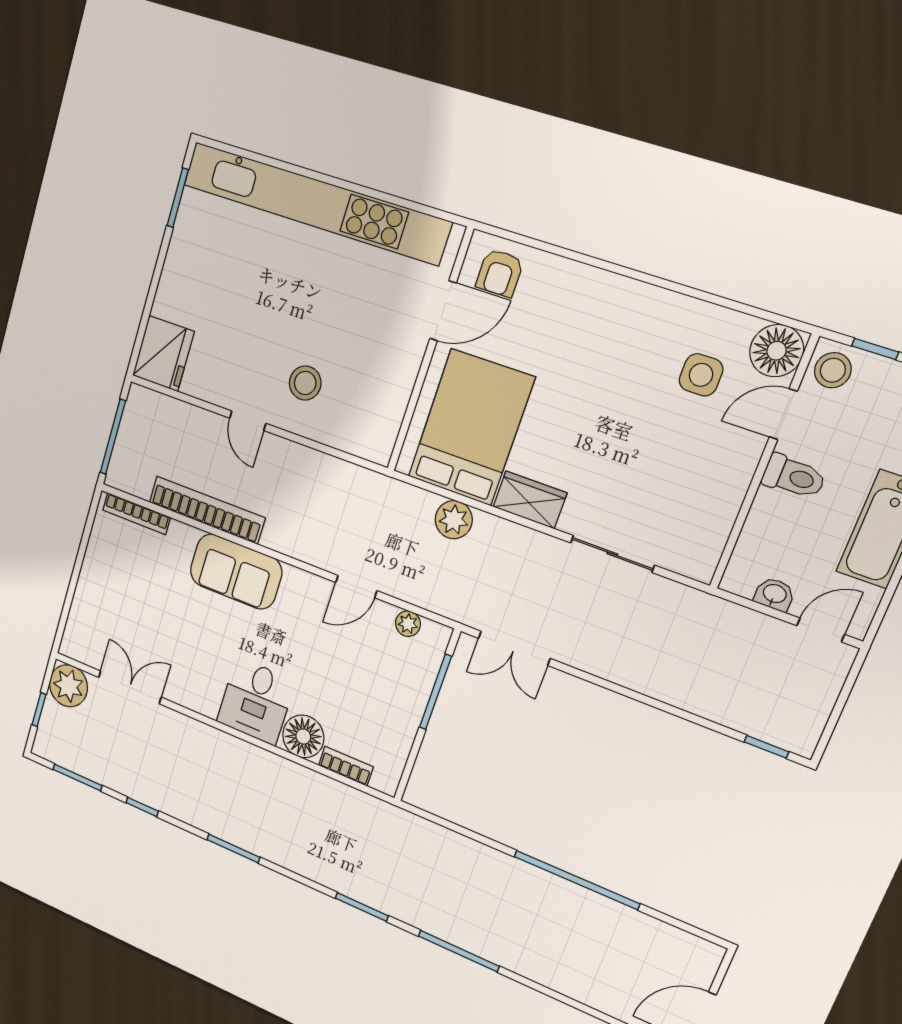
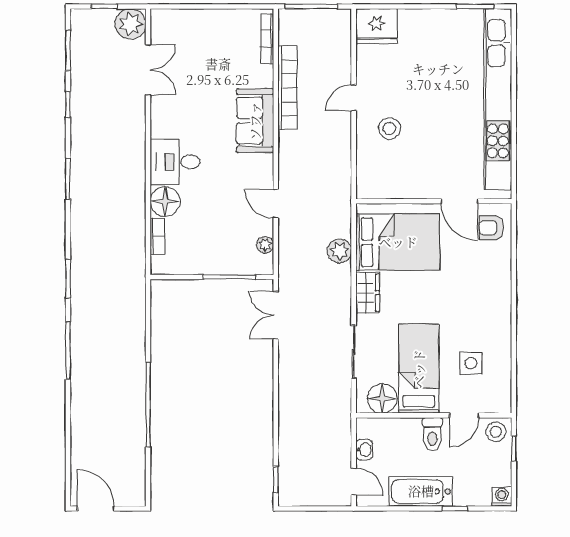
floor lamp: (777, 351) -> (382, 398), moved
door: (783, 414) -> (464, 415), swing flipped
bed: (677, 462) -> (419, 369), added

